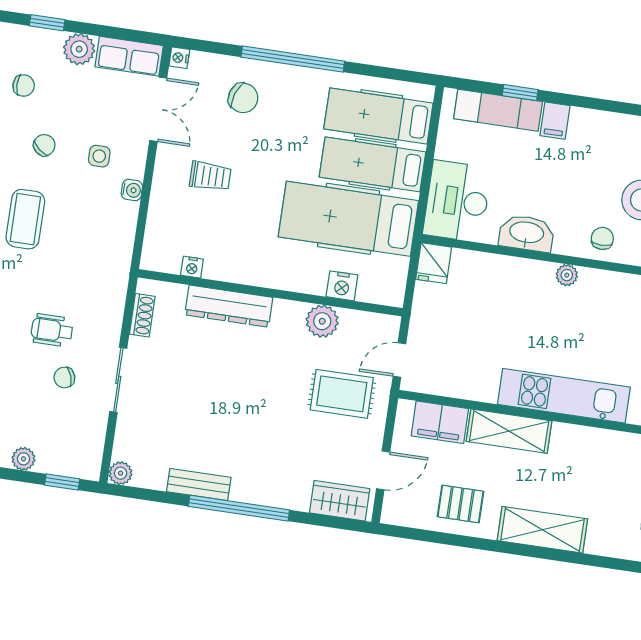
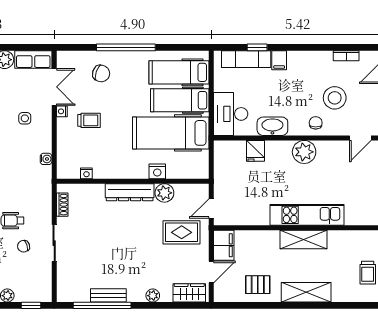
nightstand: (179, 58) -> (62, 111), moved
water cooler: (132, 190) -> (46, 159), moved
fridge: (434, 263) -> (256, 151), moved
plant: (567, 275) -> (304, 152), width x1.87, depth x1.87
nightstand: (342, 286) -> (157, 171), moved
dresser: (229, 306) -> (130, 192), moved
filing cabinet: (440, 422) -> (224, 245), moved, turned -90
shelving: (509, 431) -> (303, 239), moved
plant: (121, 473) -> (153, 296), moved
window: (239, 508) -> (102, 305), moved

